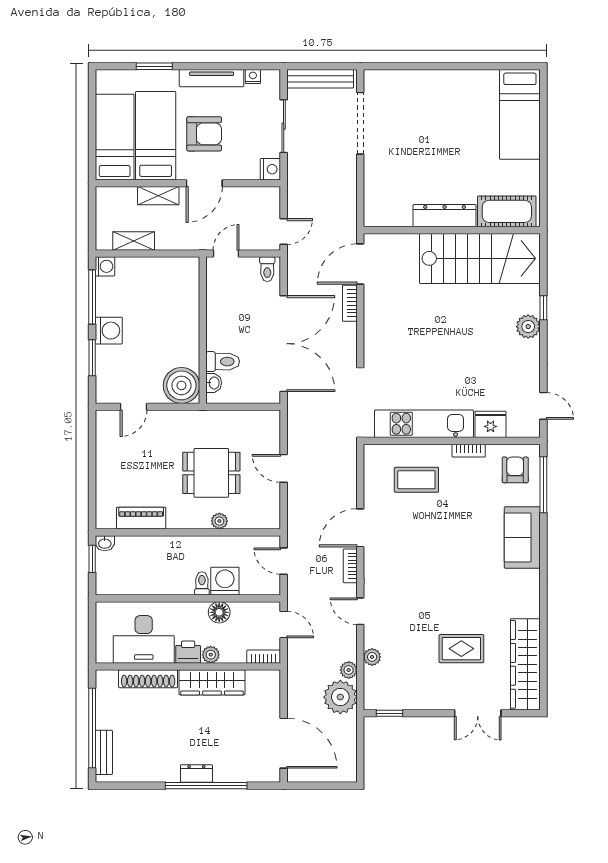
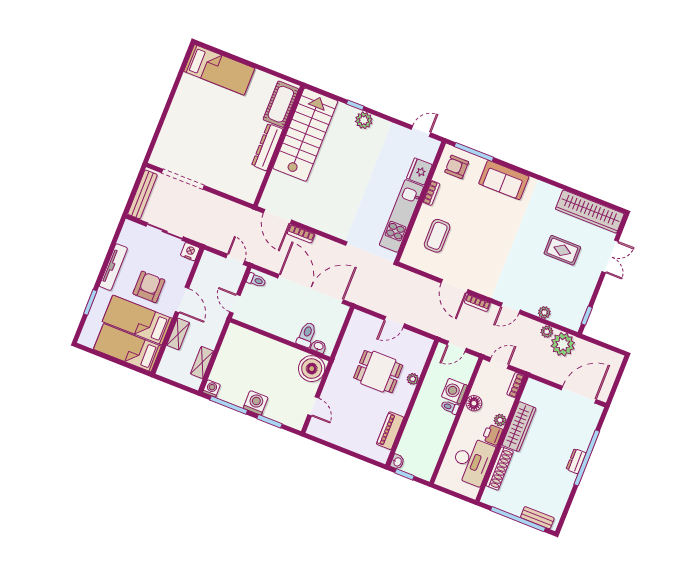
nightstand: (253, 77) -> (123, 239), removed
dining table: (211, 473) -> (378, 372), turned 90
rug: (461, 649) -> (562, 250), turned 90

